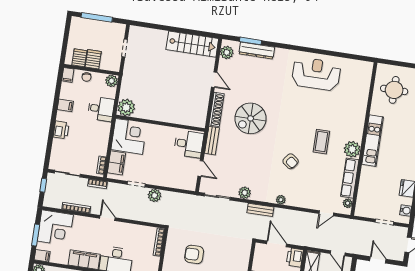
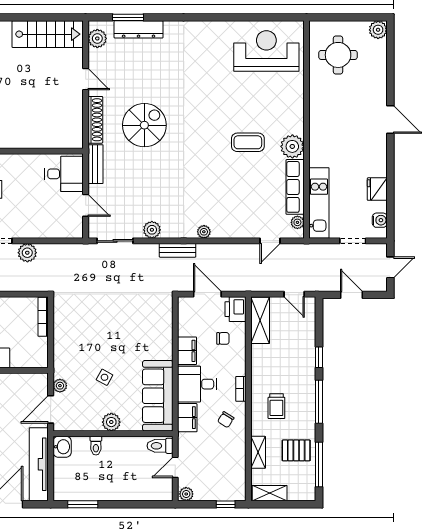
reception desk: (316, 74) -> (266, 51), moved
spiral stairs: (251, 118) -> (144, 125), turned 180
kitchen unit: (373, 141) -> (319, 203), moved
coffee table: (321, 142) -> (248, 142), turned 90
armchair: (291, 161) -> (209, 176), removed
armchair: (194, 254) -> (95, 326), removed

